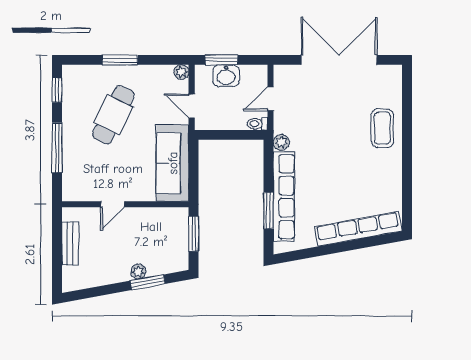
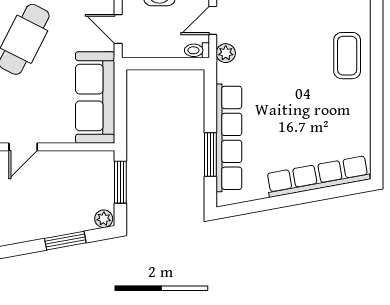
plant: (281, 142) -> (226, 53), moved
plant: (138, 272) -> (104, 219), moved

